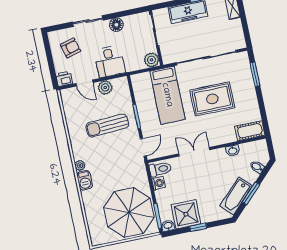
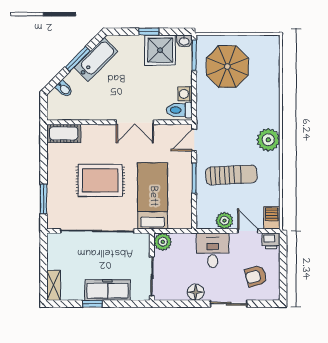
washbasin: (233, 151) -> (89, 114), removed
plant: (80, 165) -> (268, 140), width x1.87, depth x1.87
barbecue: (85, 180) -> (272, 218), moved
parasol: (129, 212) -> (227, 67), width x0.73, depth x0.73

